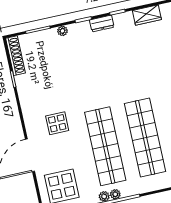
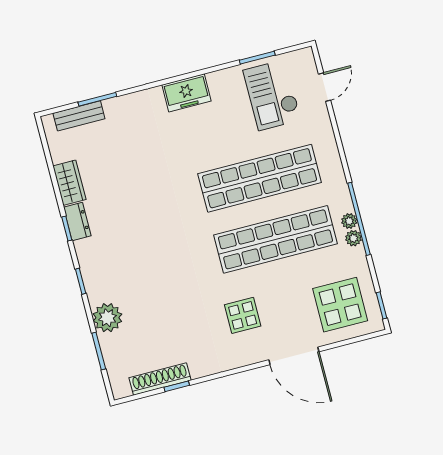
dresser: (102, 24) -> (77, 222), moved
plant: (62, 31) -> (107, 318), width x1.88, depth x1.88
shoe rack: (15, 56) -> (160, 379), moved

